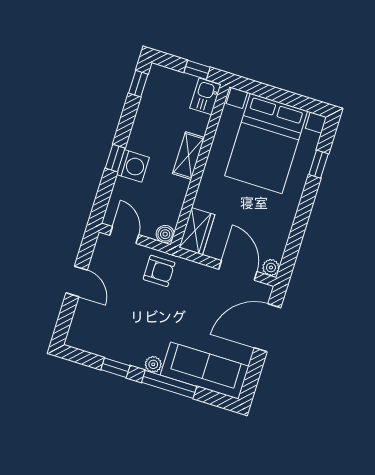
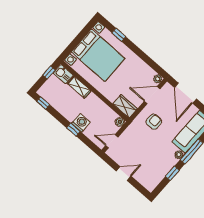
shelving: (188, 156) -> (79, 87), moved
armchair: (159, 271) -> (154, 122), moved

